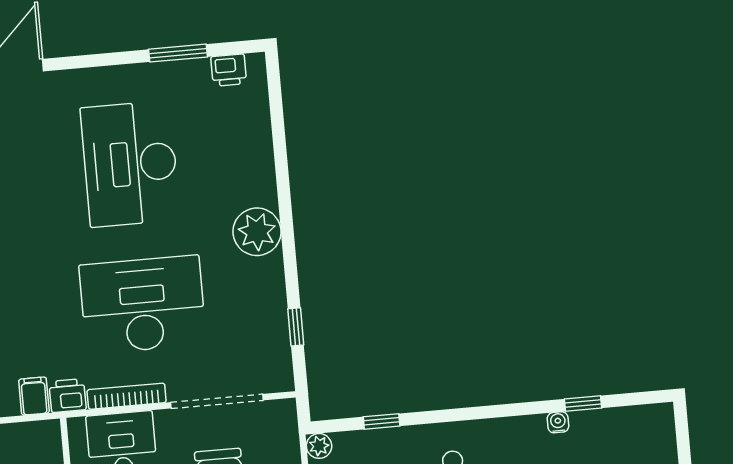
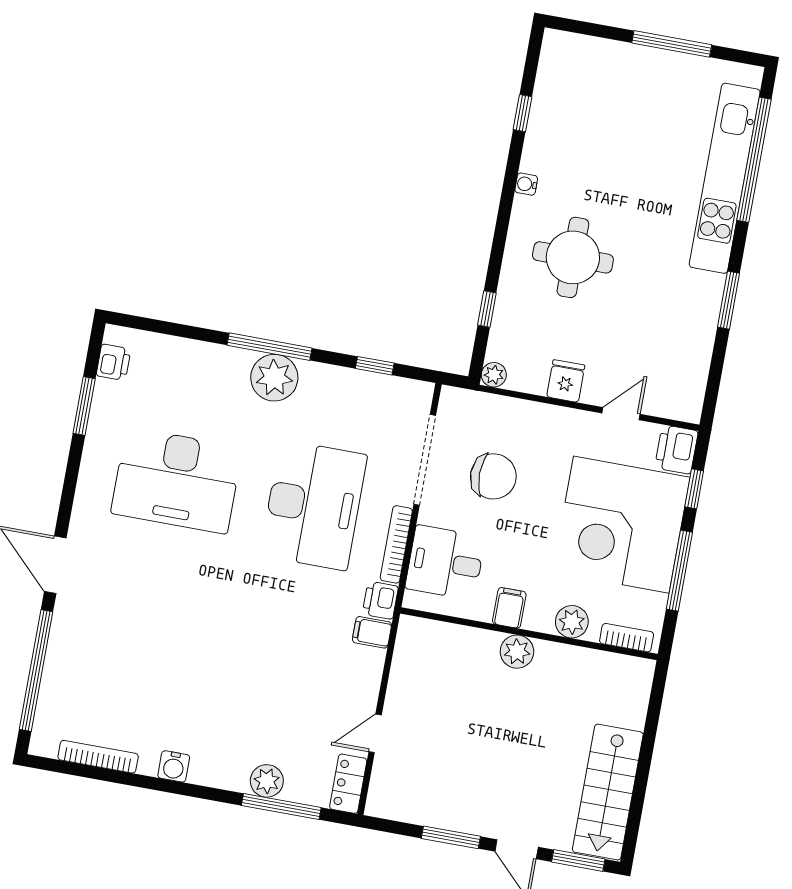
window: (286, 219) -> (270, 347), added
desk: (143, 305) -> (314, 505), turned 180
water cooler: (558, 422) -> (526, 184), moved

